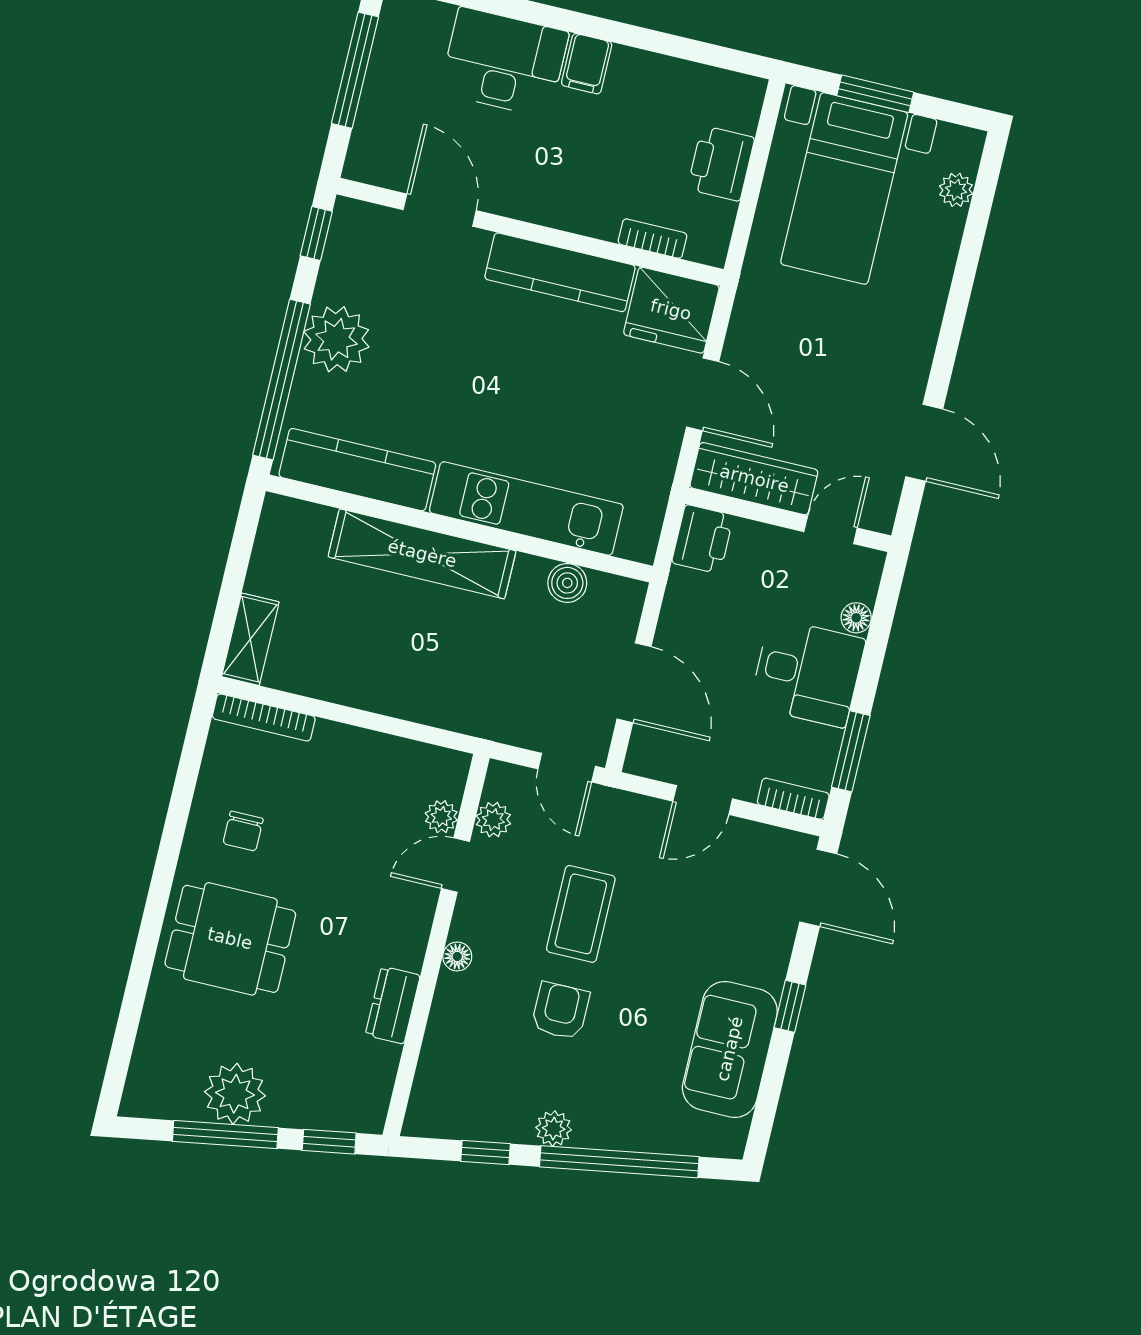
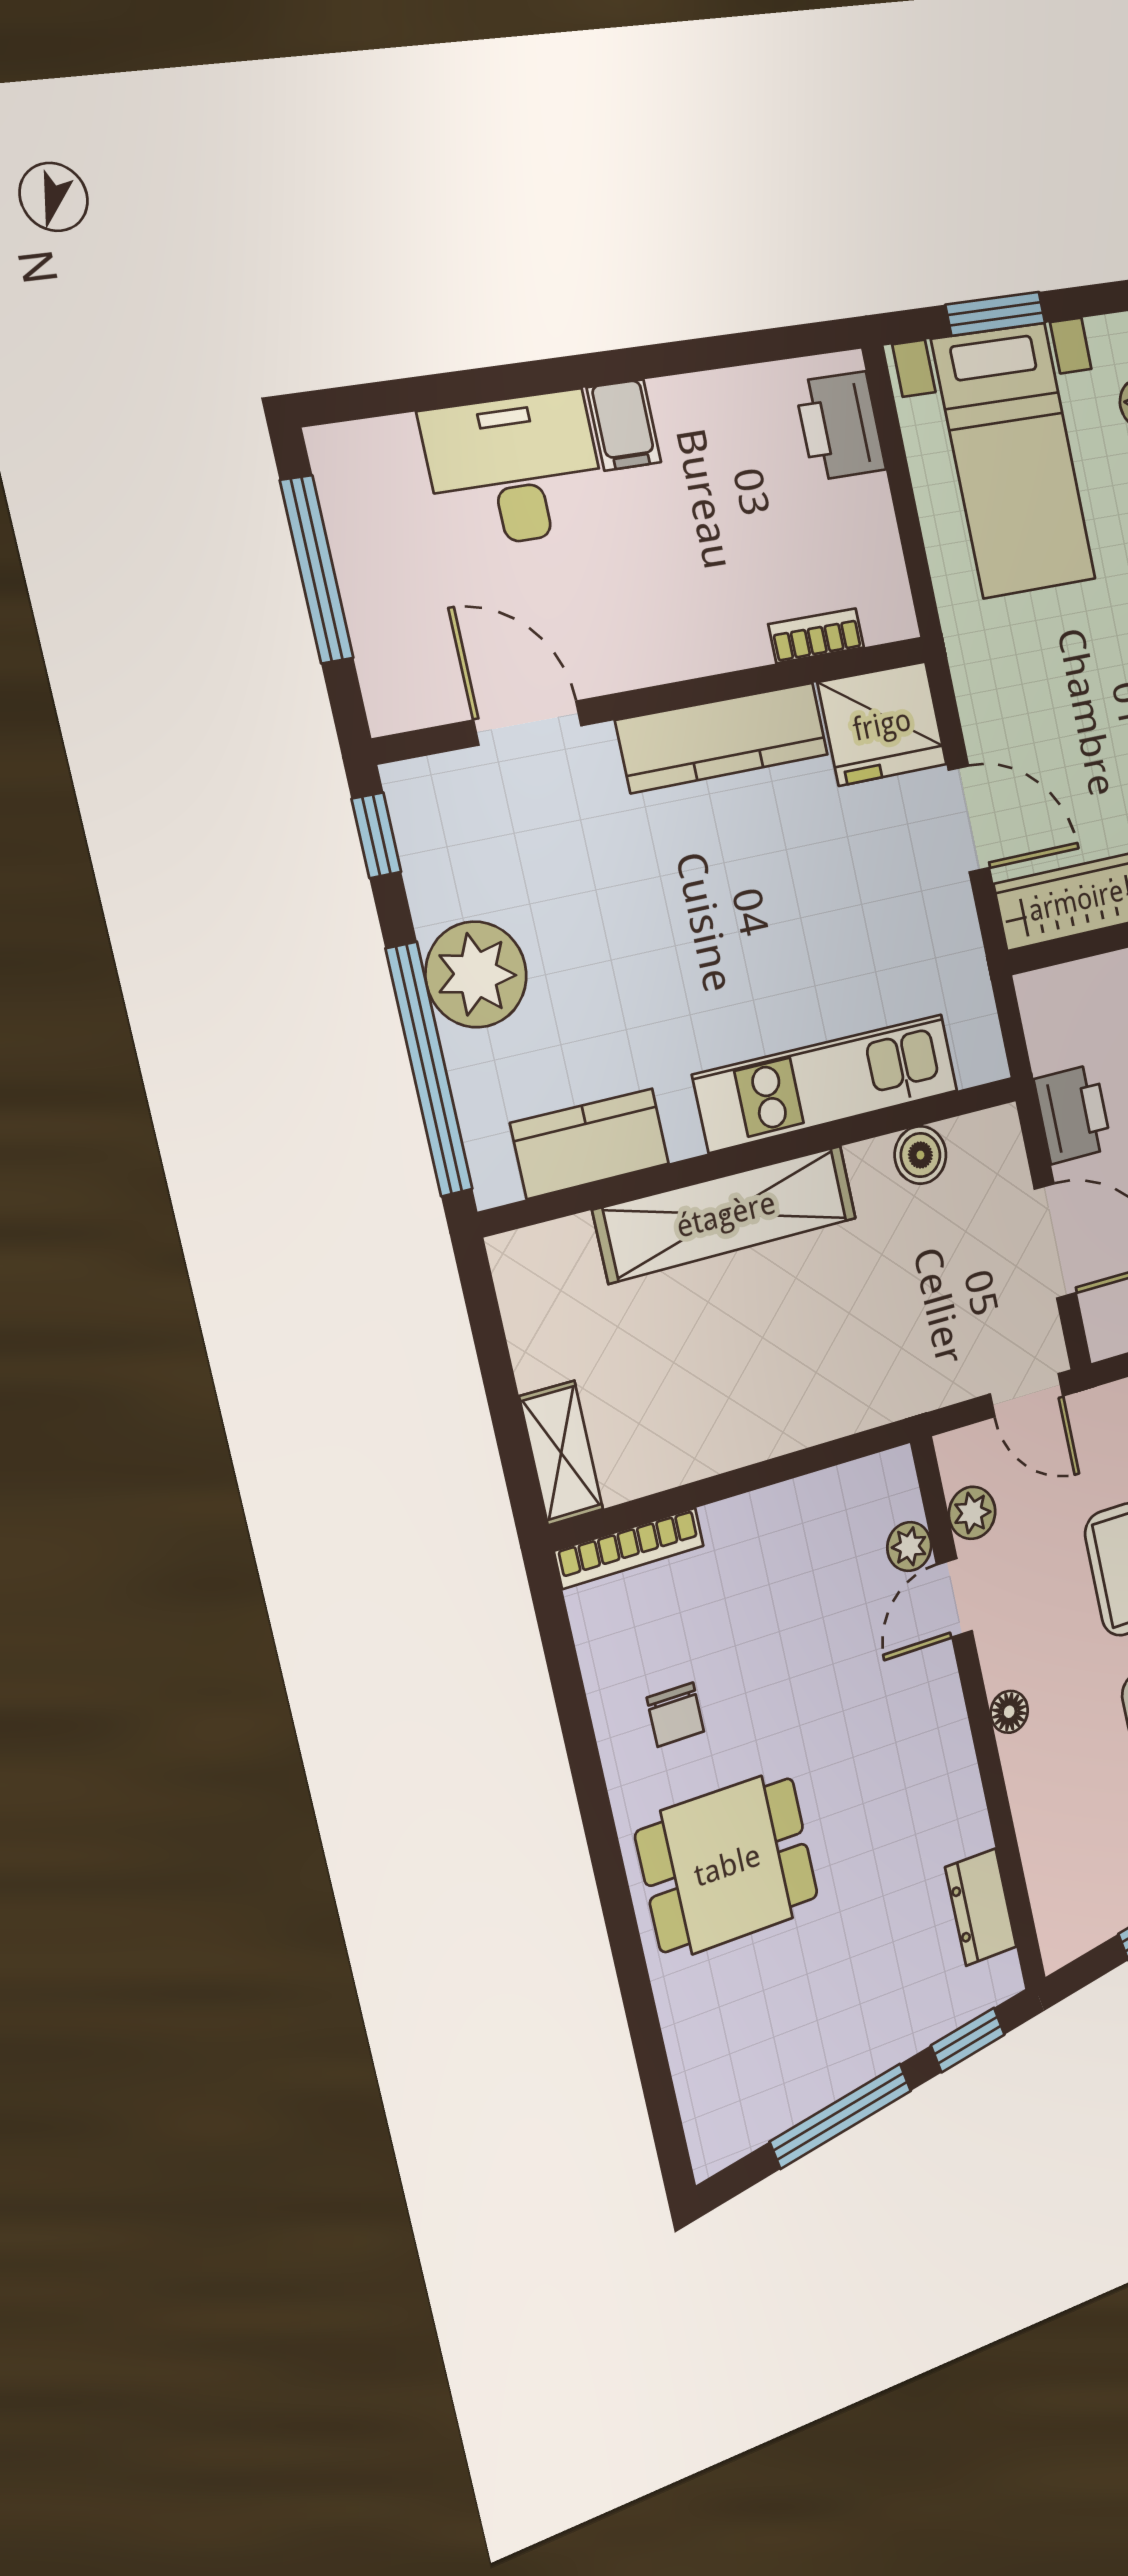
printer: (721, 163) -> (840, 426), moved
kitchen counter: (357, 470) -> (590, 1143), width x0.67
printer: (703, 539) -> (1073, 1114), moved
dresser: (393, 1005) -> (981, 1907), moved
plant: (235, 1094) -> (828, 2057), removed

